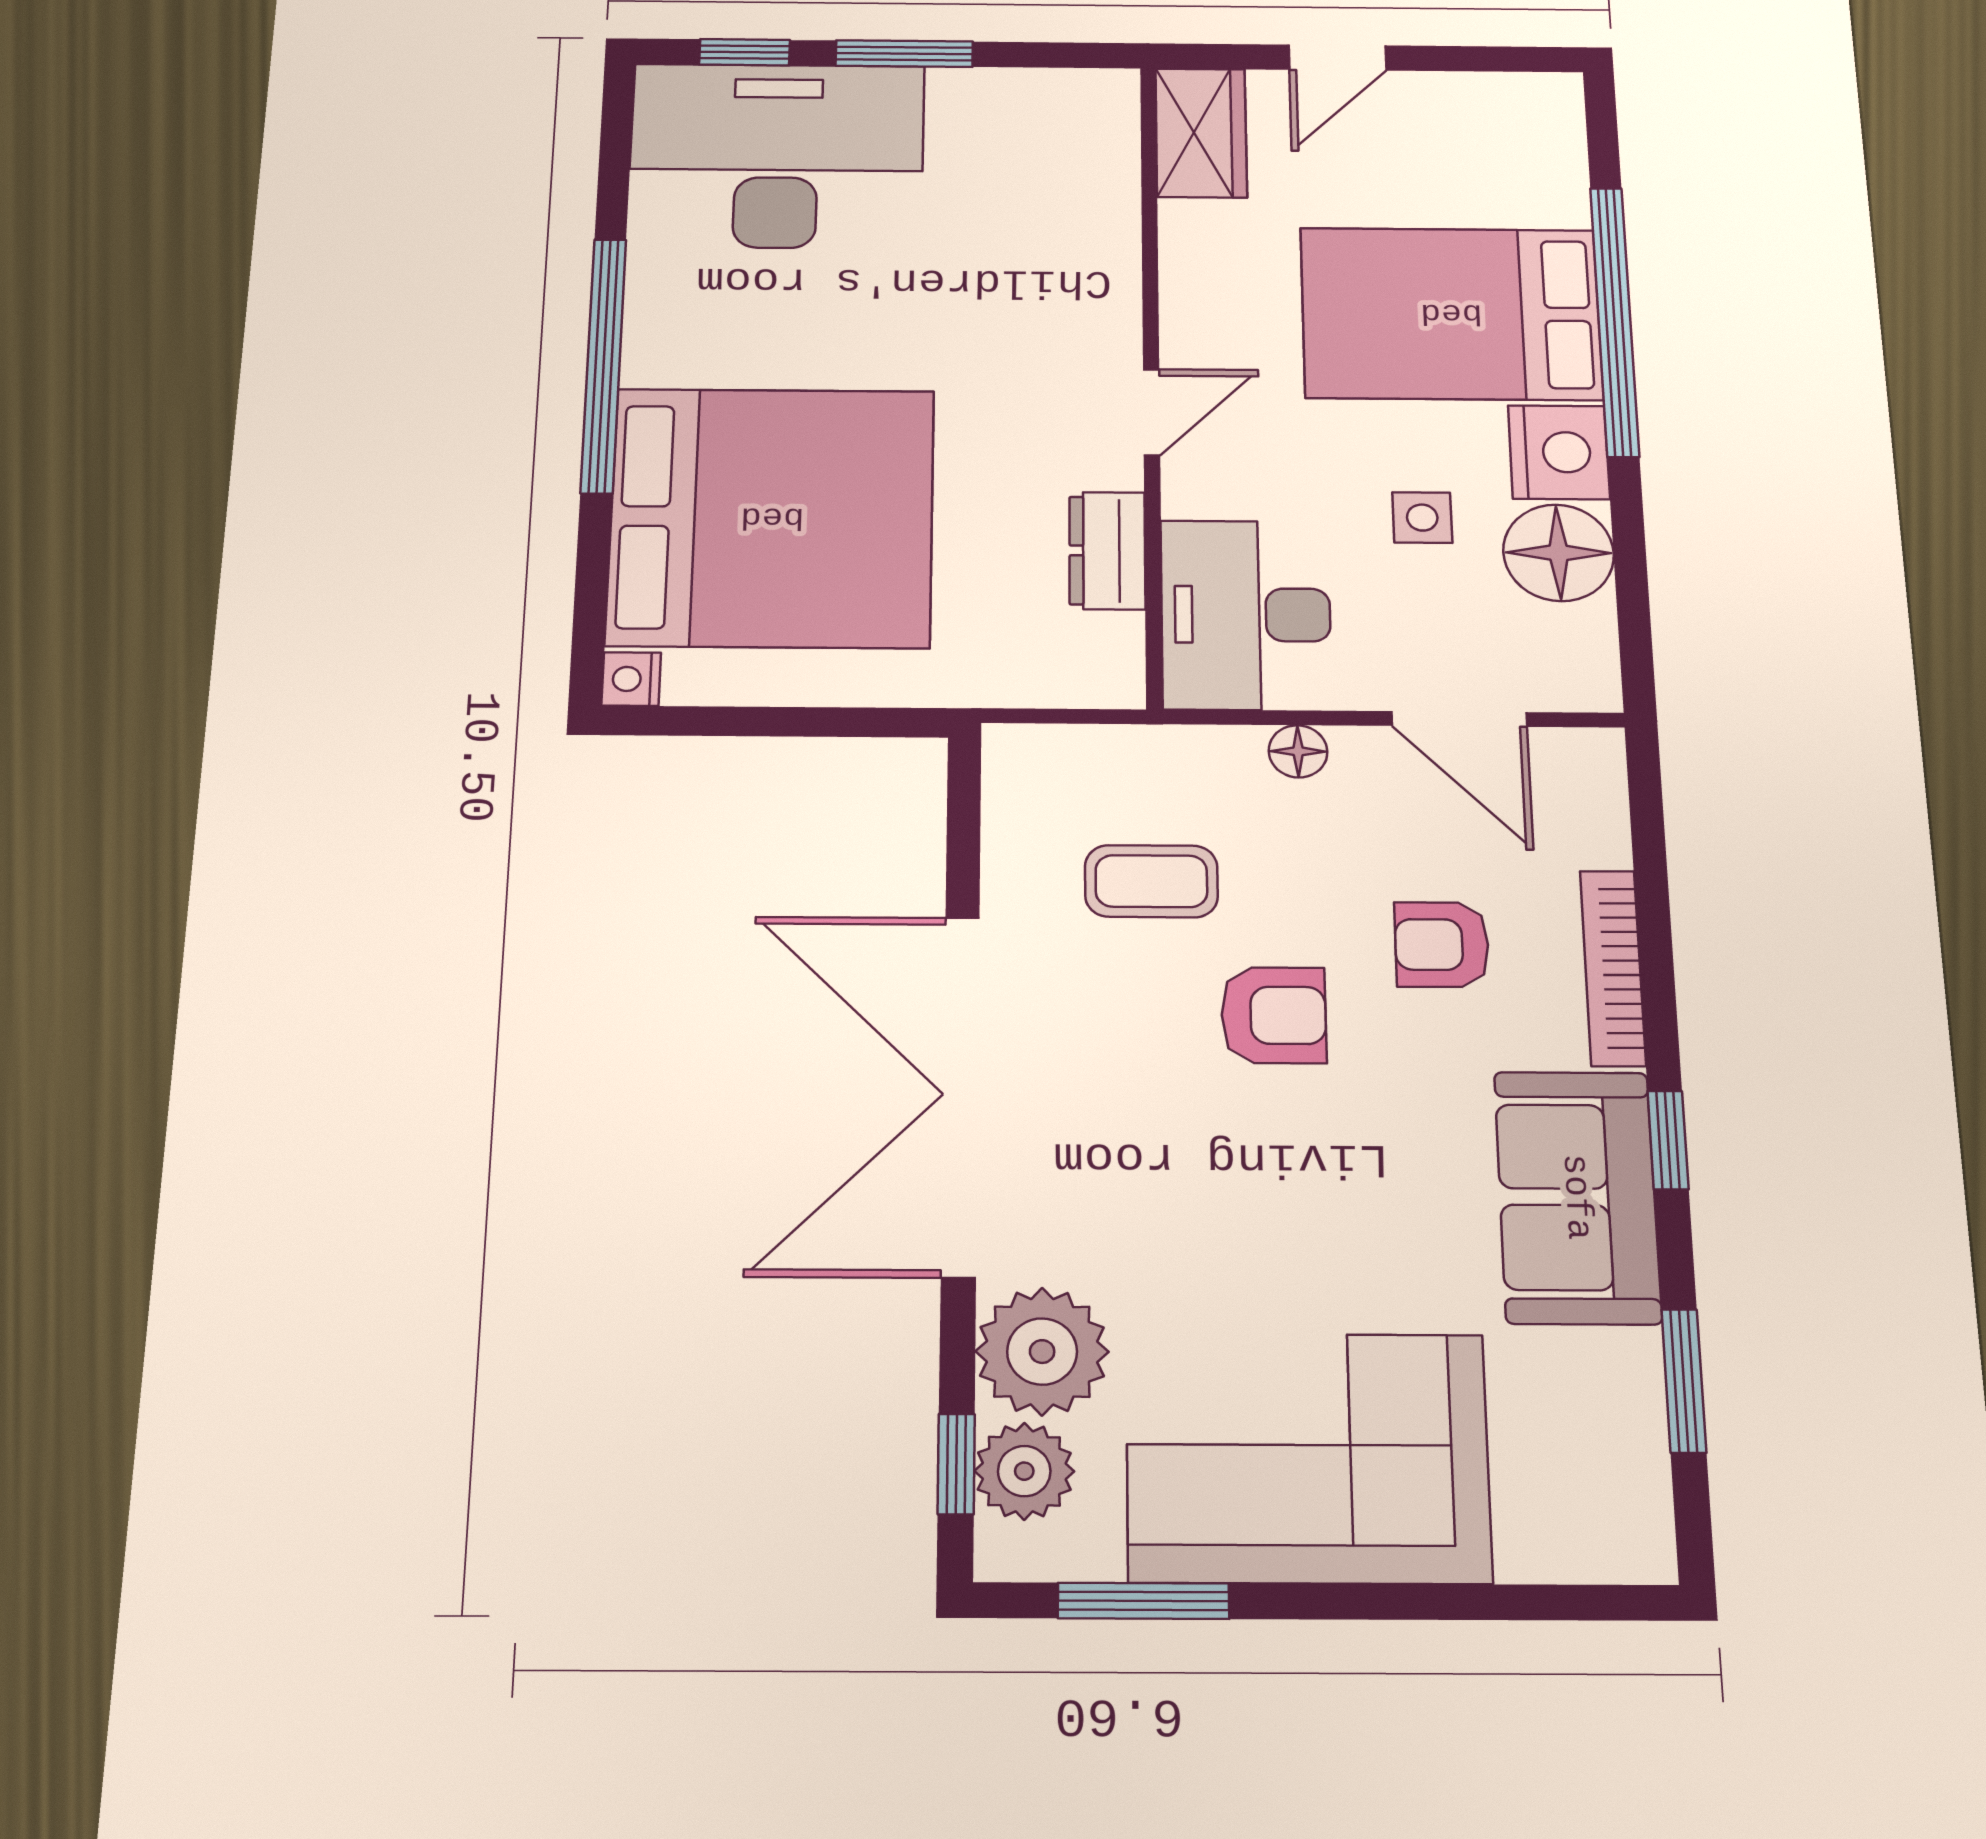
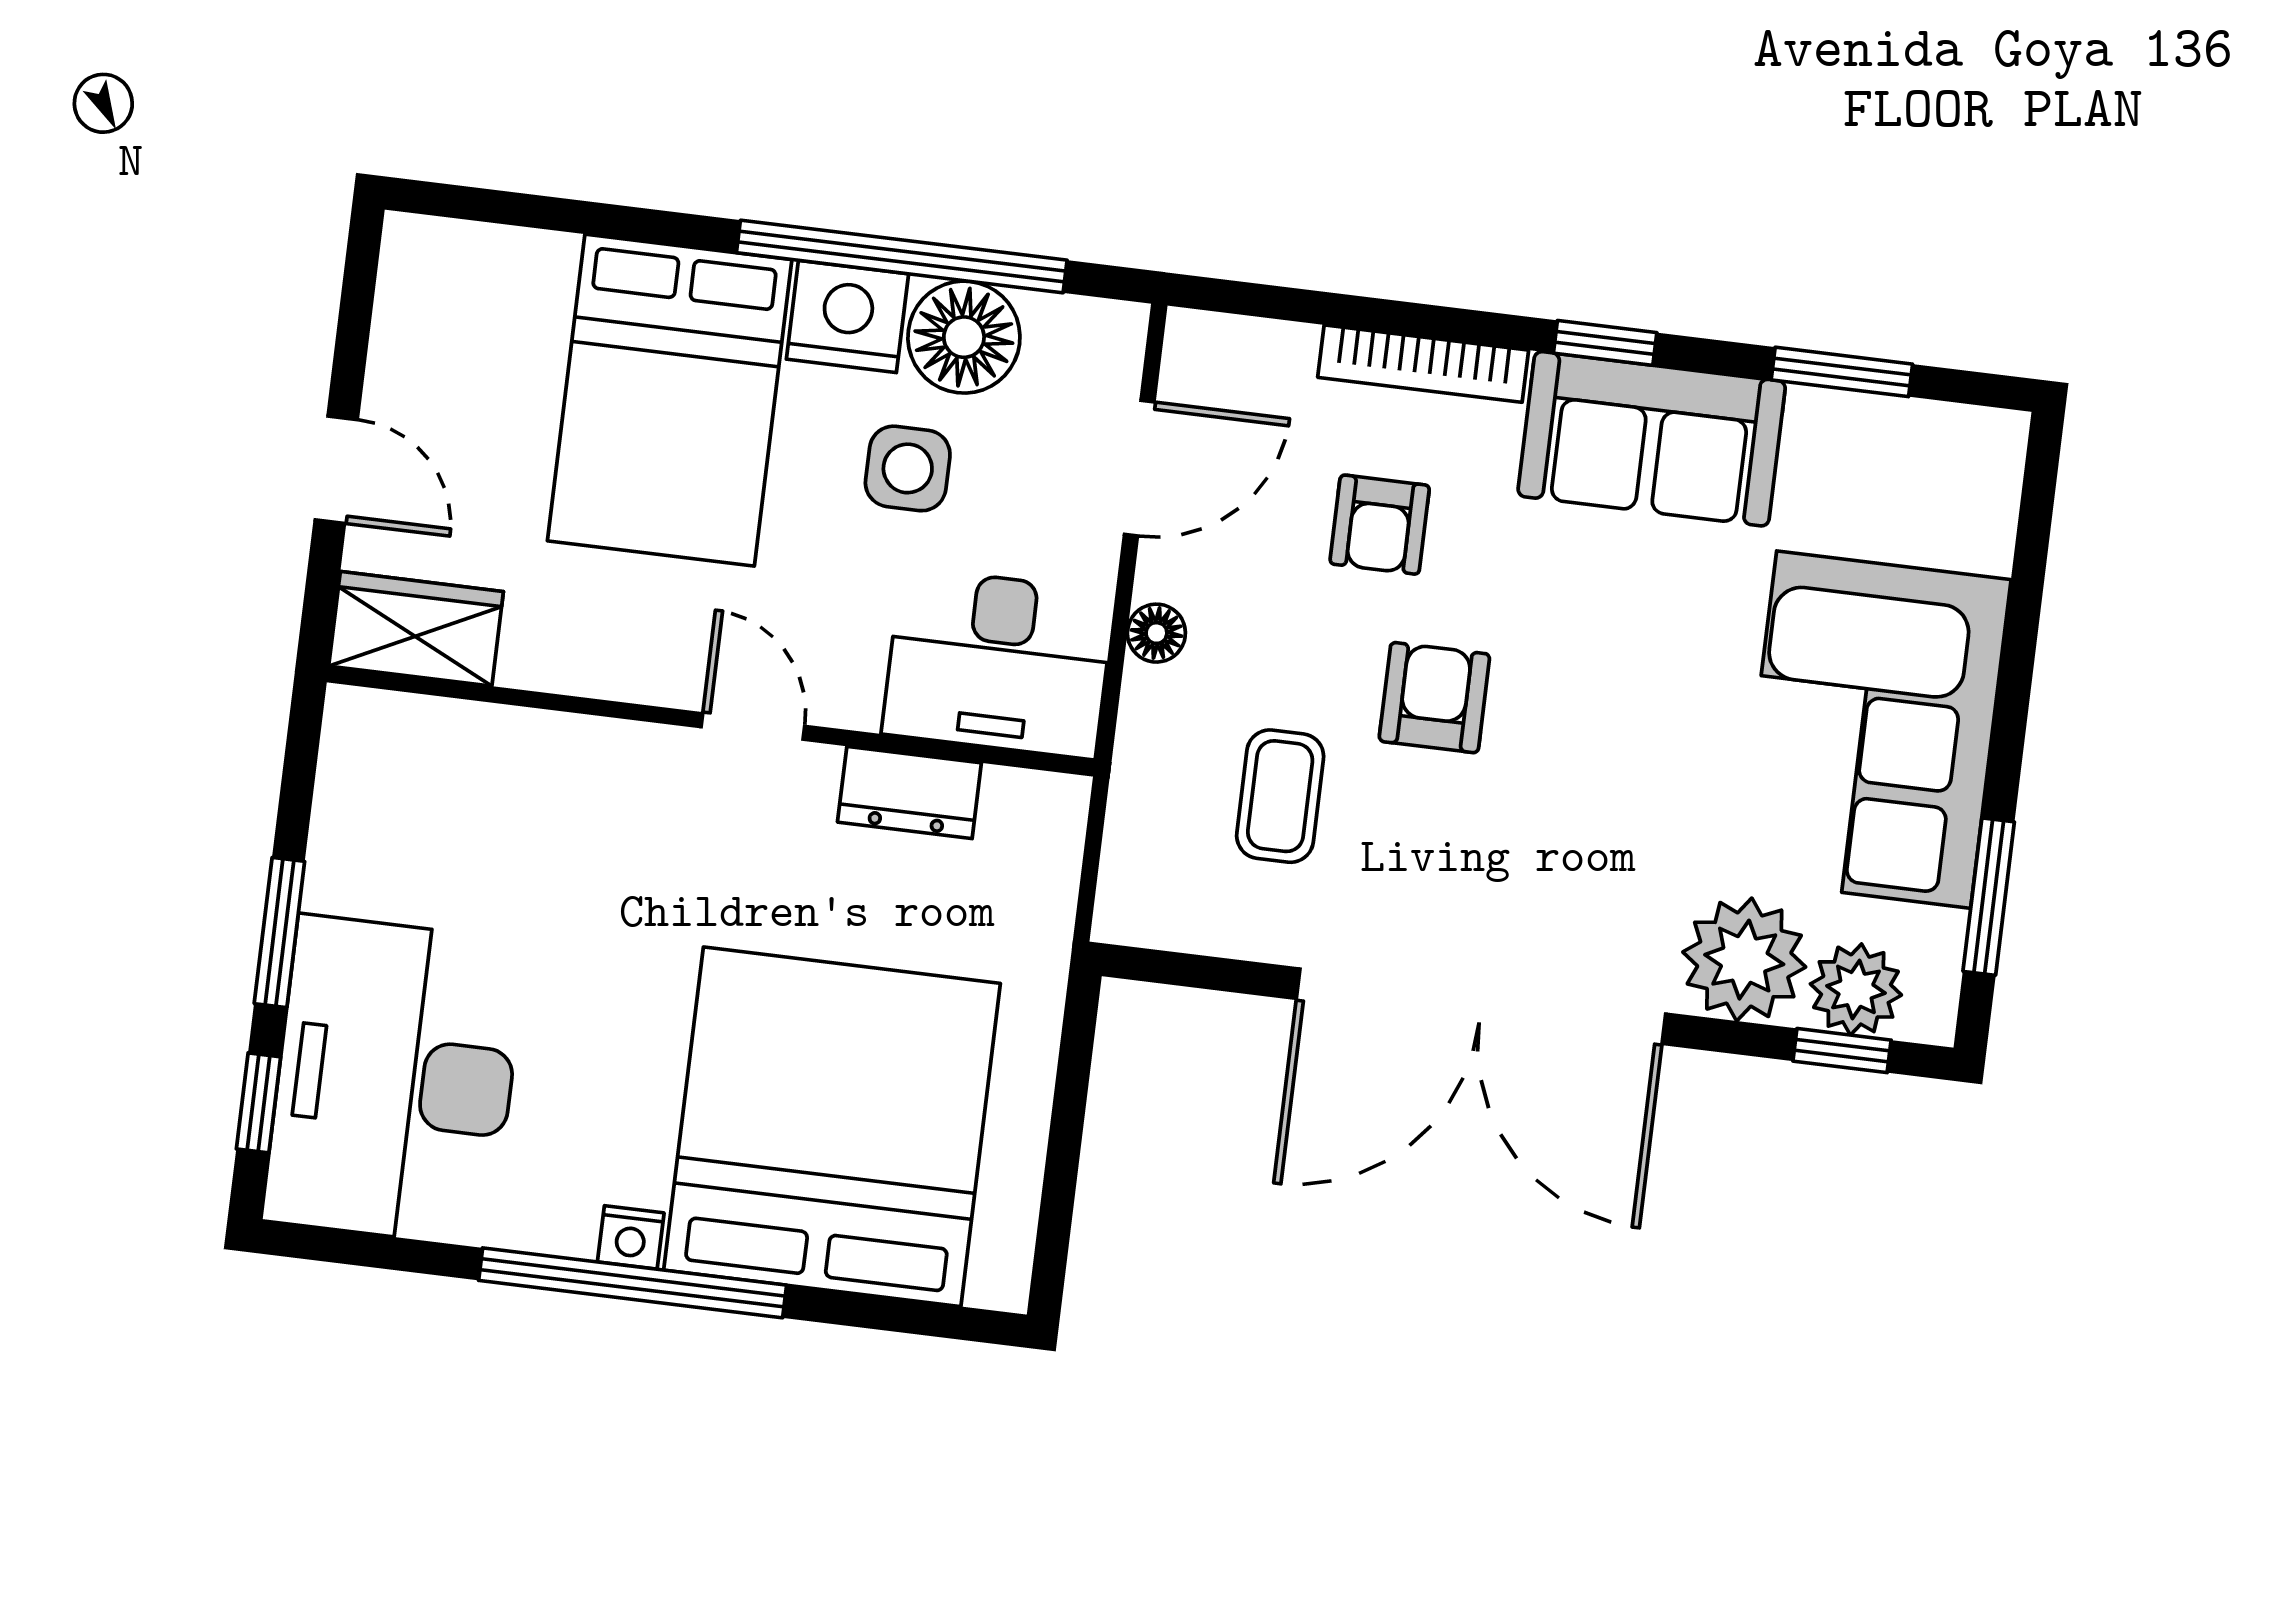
window: (1614, 321) -> (902, 256), moved
side table: (1422, 518) -> (908, 468), width x1.37, depth x1.37
nightstand: (631, 679) -> (631, 1237), moved

